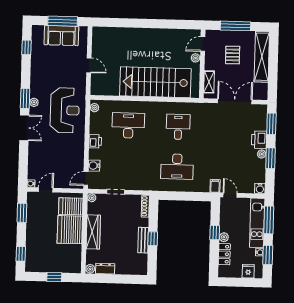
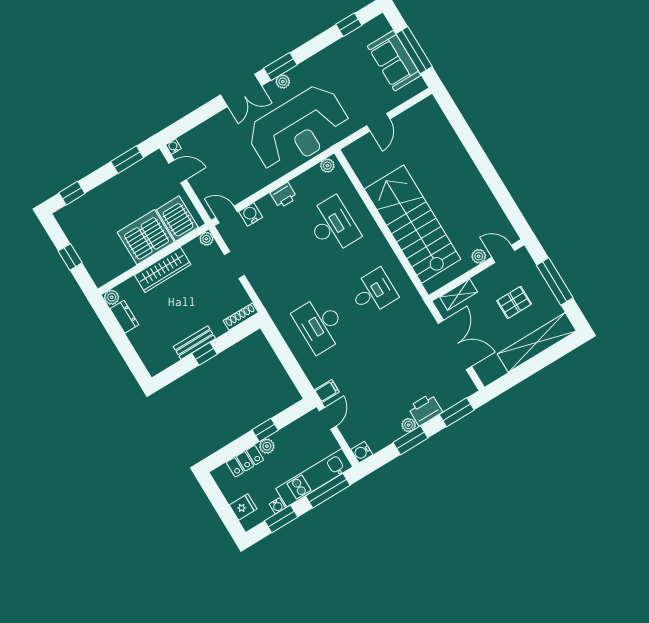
reception desk: (65, 110) -> (299, 129), width x1.36, depth x1.30

